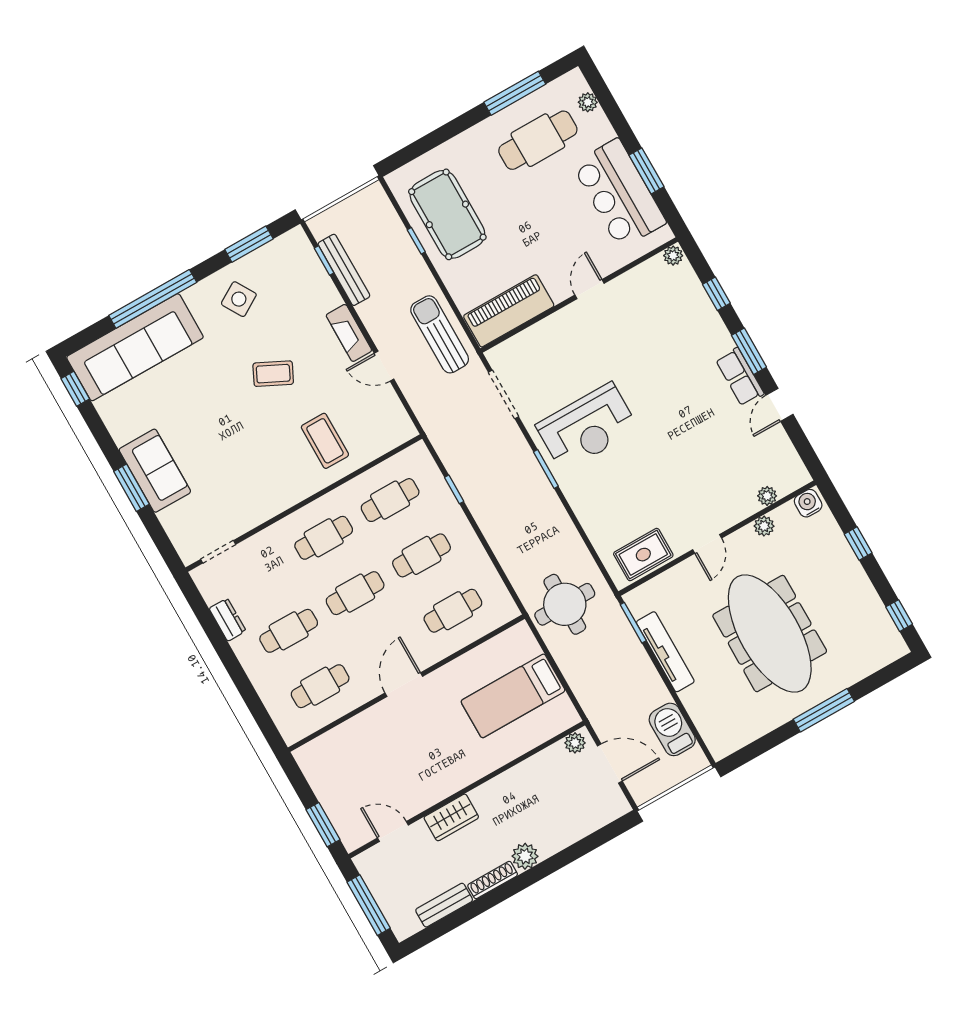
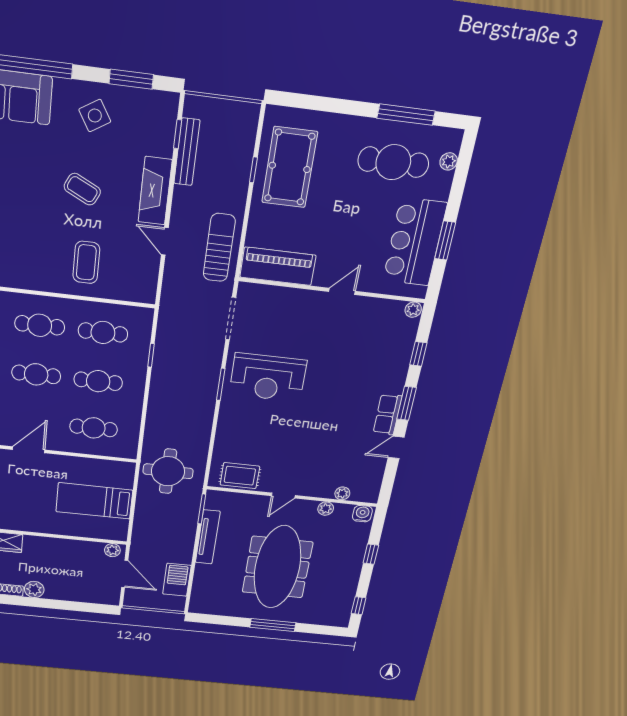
fireplace: (349, 333) -> (155, 191), width x1.37, depth x1.32

